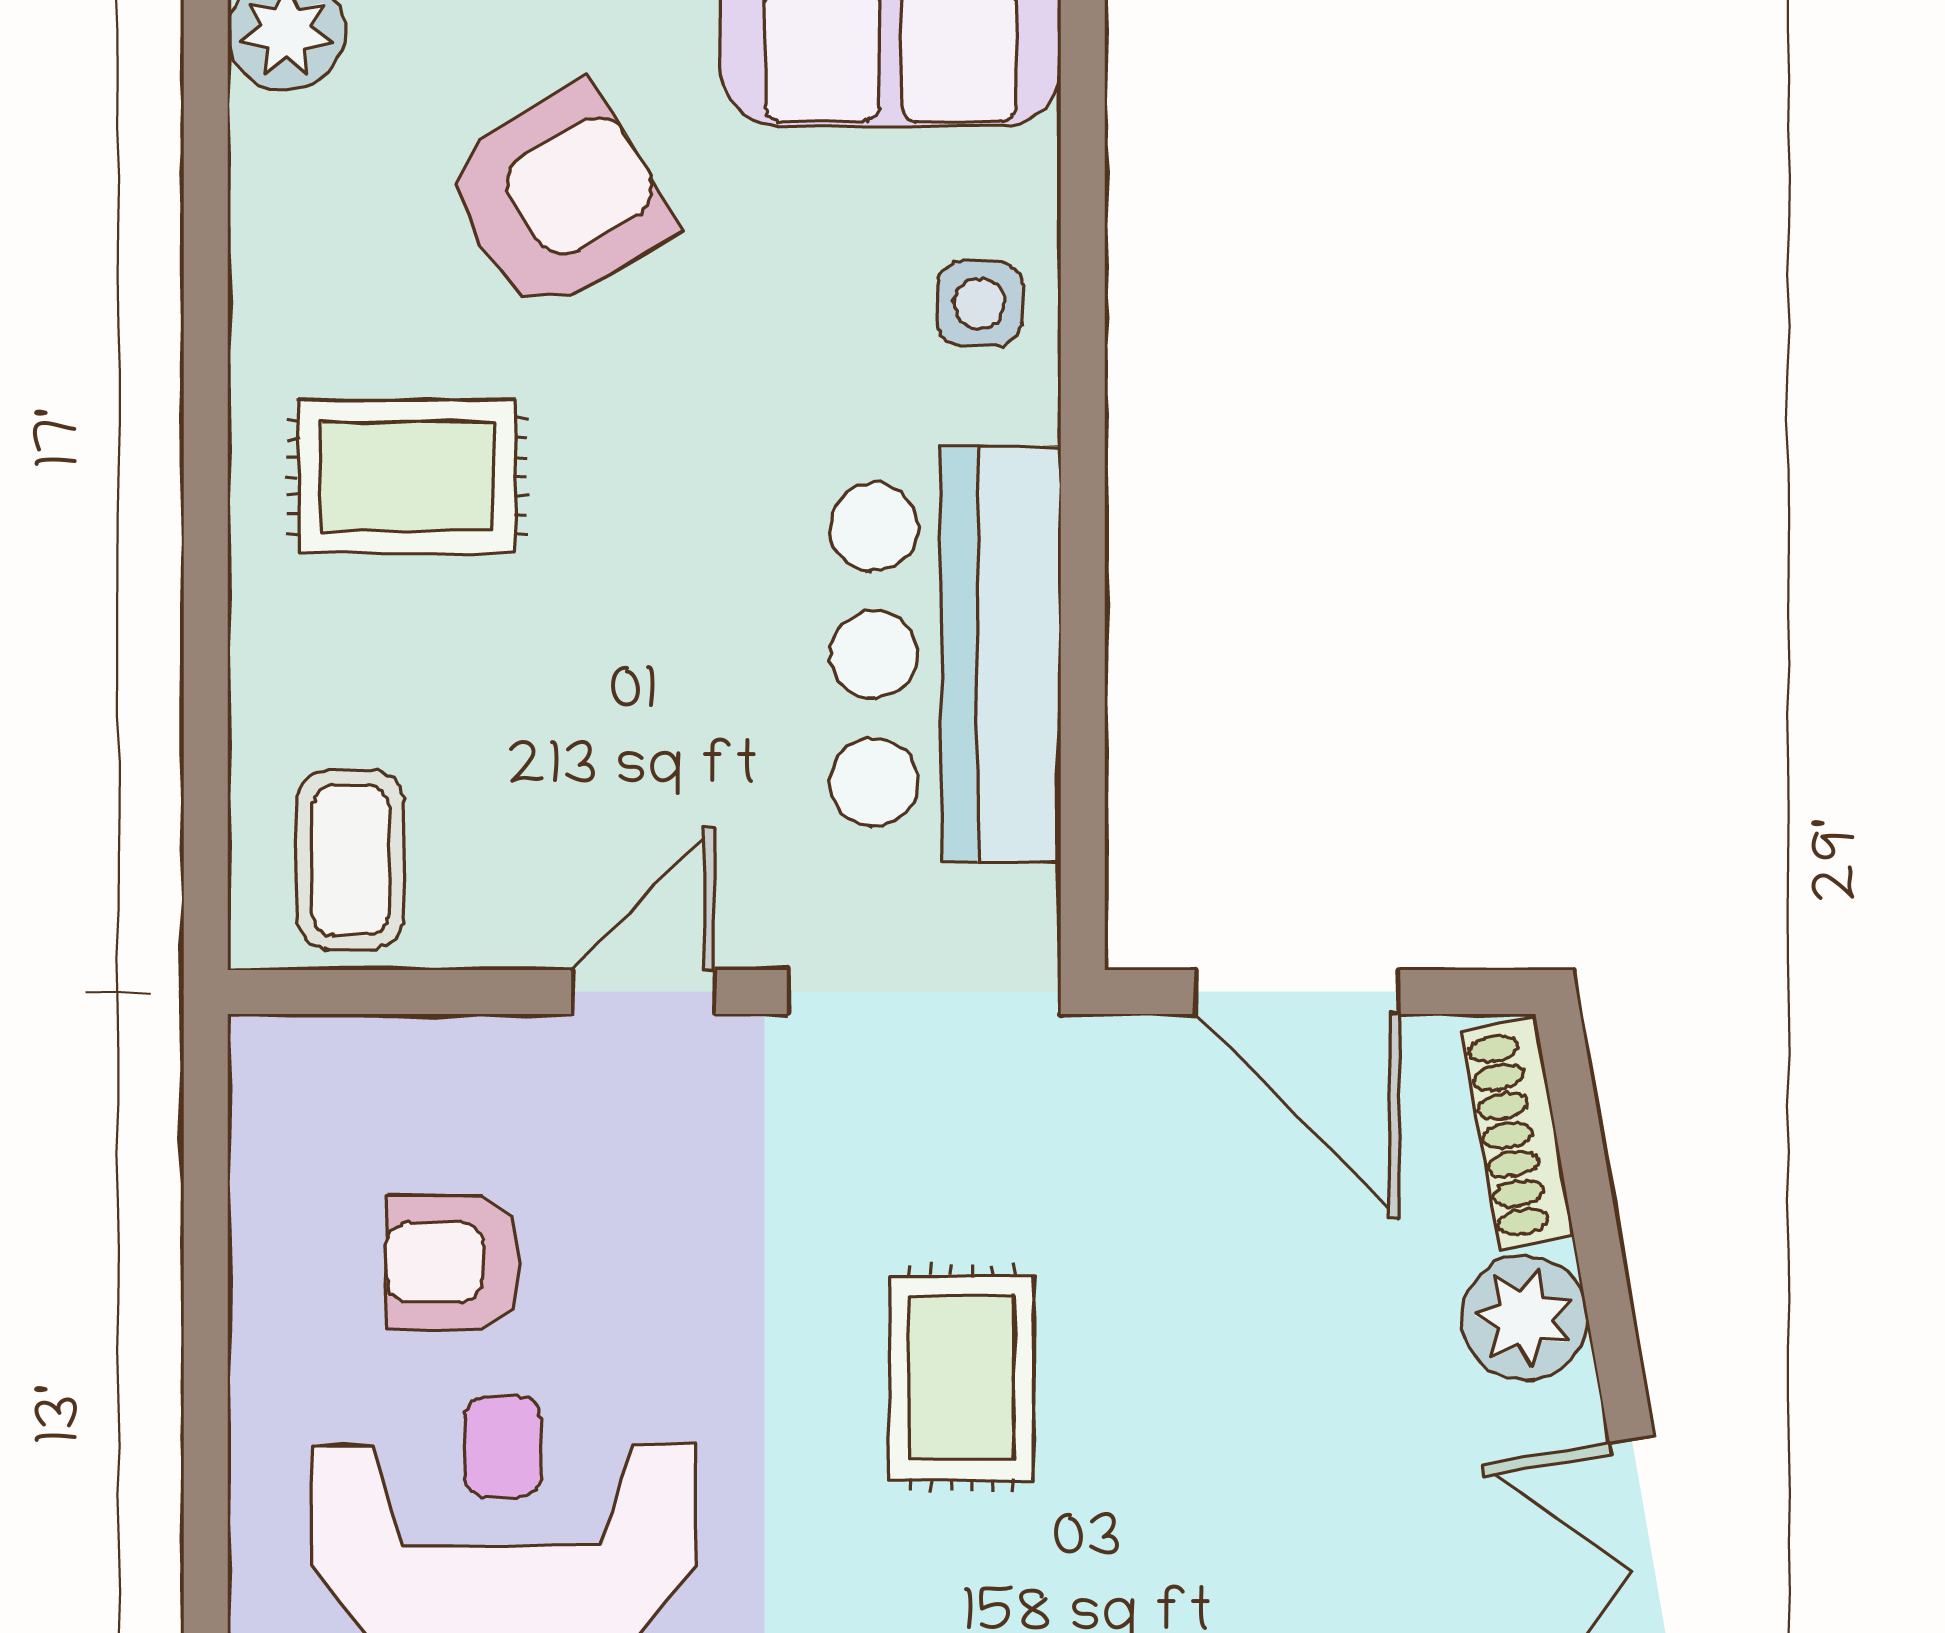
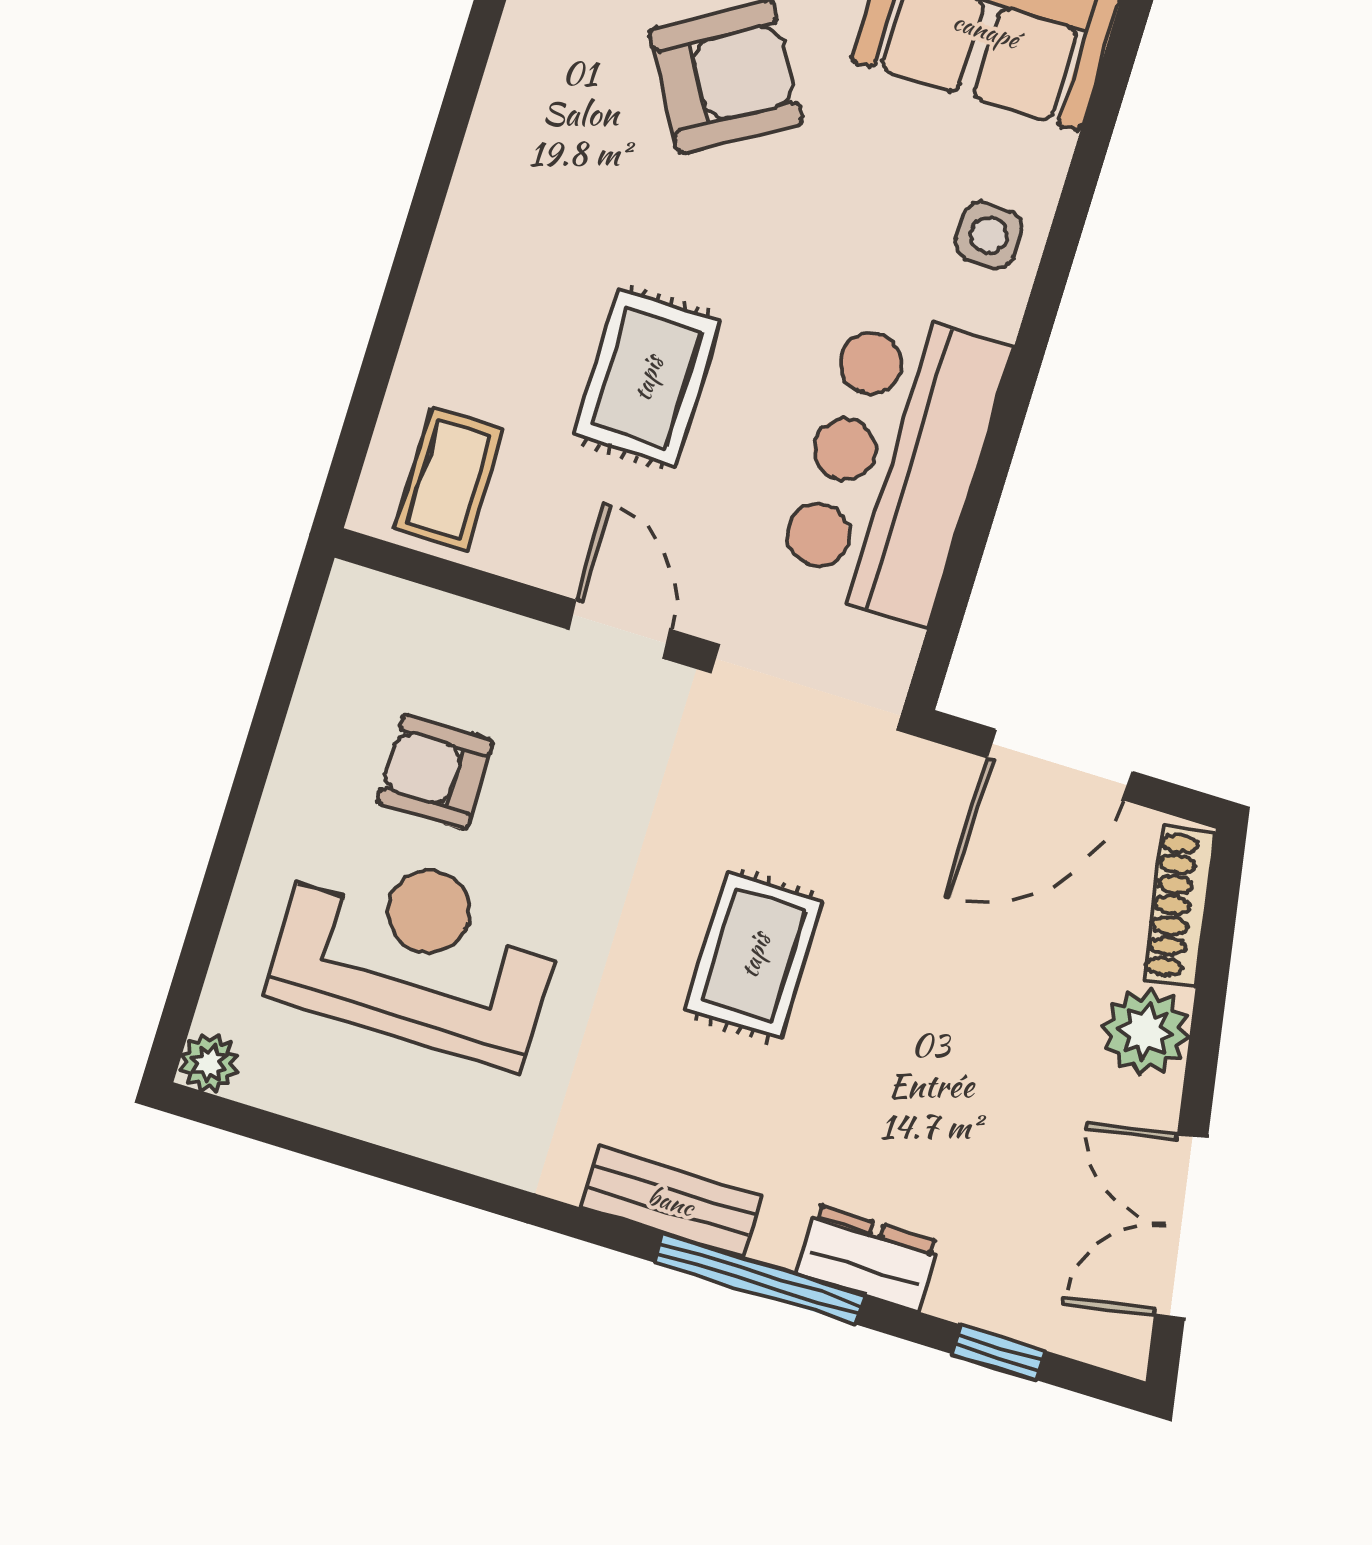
rug: (407, 477) -> (647, 378), moved, turned 90
door: (643, 992) -> (619, 629), hinge flipped
door: (1297, 992) -> (1060, 765), hinge flipped

